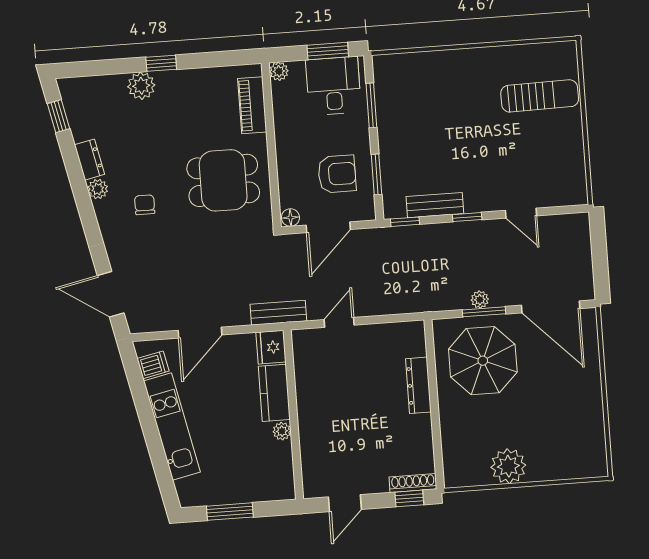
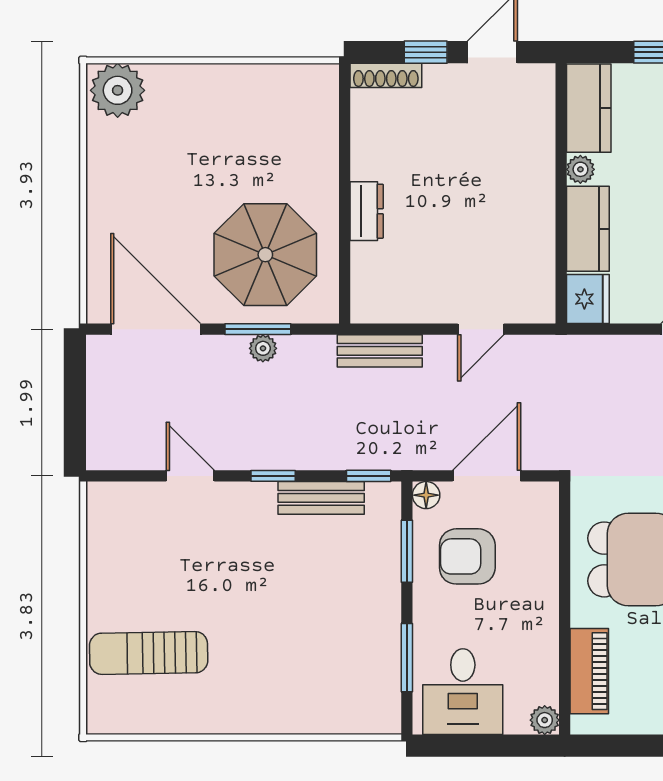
window: (328, 51) -> (468, 746), removed
floor lamp: (290, 218) -> (426, 495), moved
bench: (278, 313) -> (380, 351), moved
dresser: (418, 385) -> (367, 211), width x0.70
plant: (508, 466) -> (118, 90), moved
kitchen counter: (279, 471) -> (589, 108), added
window: (409, 498) -> (426, 52), moved

